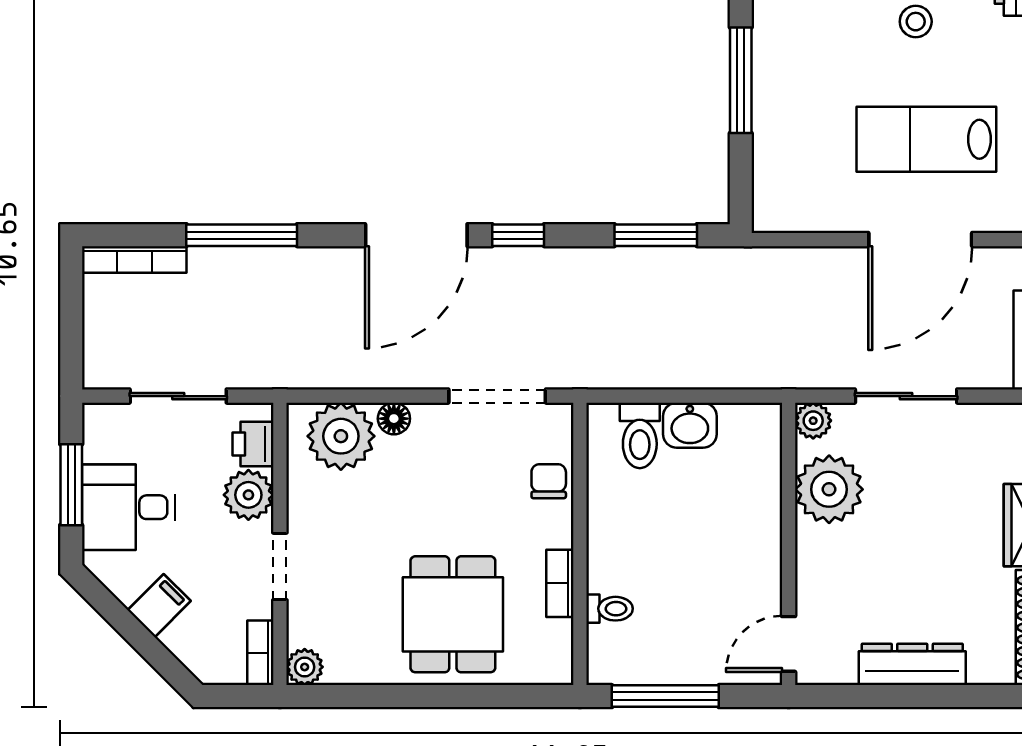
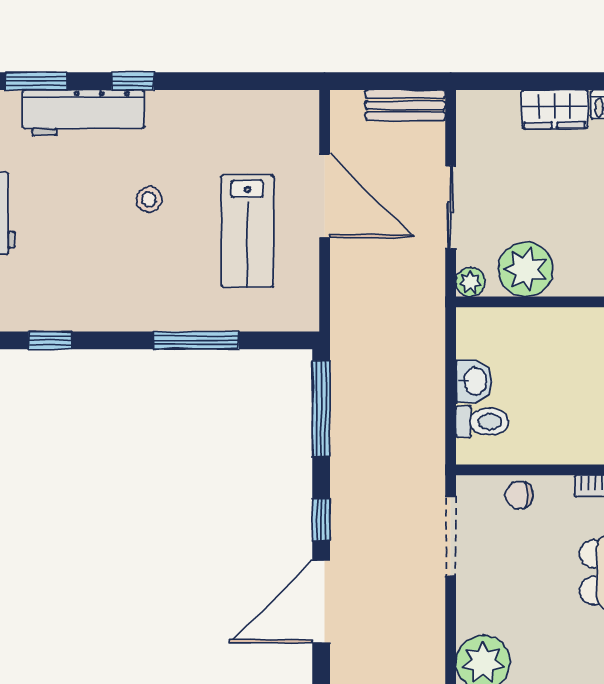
lab bench: (926, 139) -> (247, 231), moved
door: (416, 235) -> (321, 602), swing flipped
window: (656, 235) -> (321, 409), width x1.44
floor lamp: (394, 419) -> (469, 620), removed

